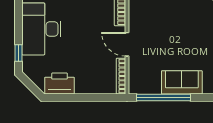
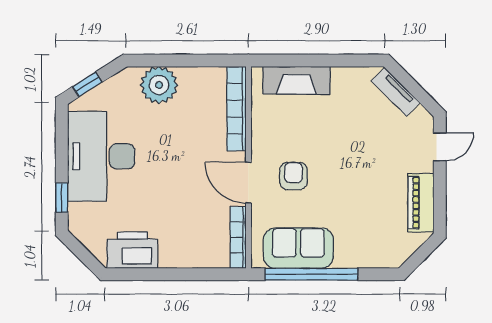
armchair: (153, 40) -> (293, 176), added
sofa: (182, 82) -> (298, 248), moved

